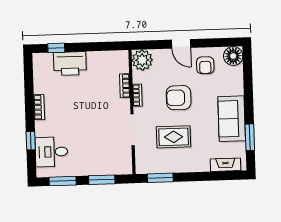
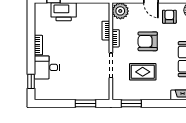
armchair: (205, 65) -> (169, 17), turned 180
window: (31, 141) -> (31, 81), moved
desk: (51, 152) -> (47, 67), moved
window: (63, 181) -> (55, 103), removed

